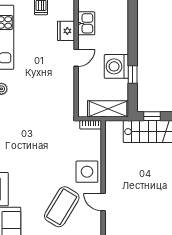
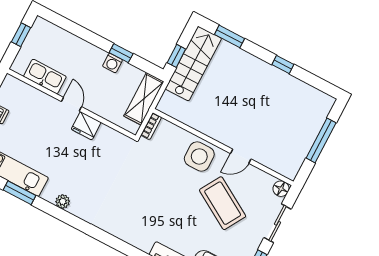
kitchen sink: (86, 23) -> (45, 76), width x1.38
fridge: (66, 31) -> (86, 126), moved
washing machine: (116, 66) -> (112, 63), width x0.53, depth x0.53

